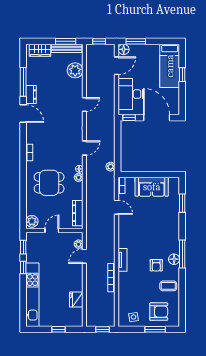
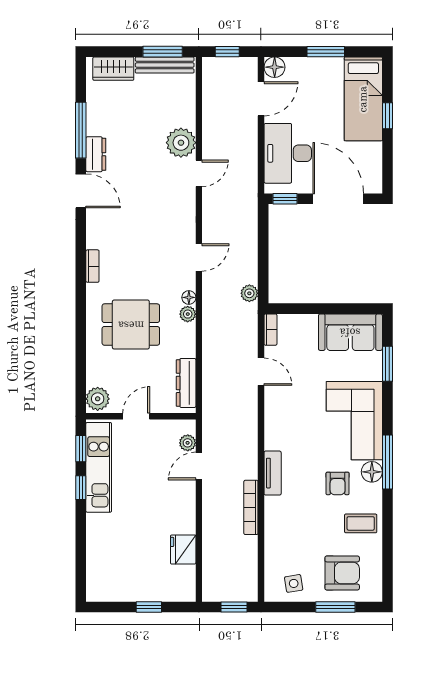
window: (136, 41) -> (326, 52), moved
plant: (75, 70) -> (181, 143), moved
sofa: (152, 187) -> (350, 332), moved
corner sofa: (165, 233) -> (354, 421), added
kitchen unit: (32, 295) -> (99, 467), moved, width x0.73

